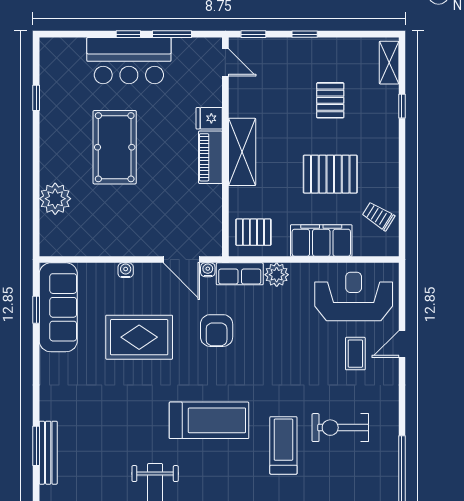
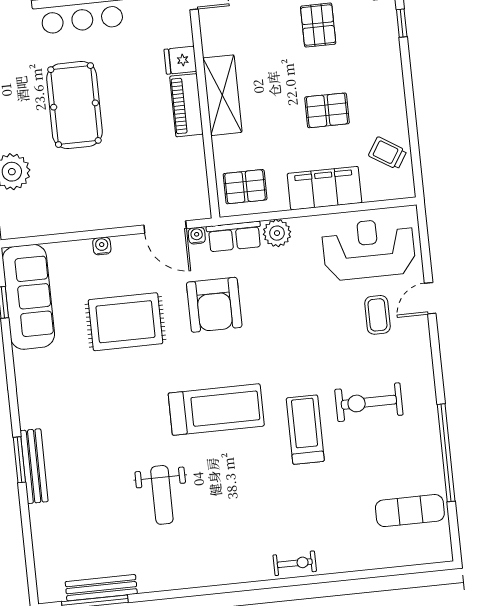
pallet: (330, 174) -> (327, 110), width x0.67, depth x0.71
armchair: (217, 331) -> (214, 305), width x1.36, depth x1.36

